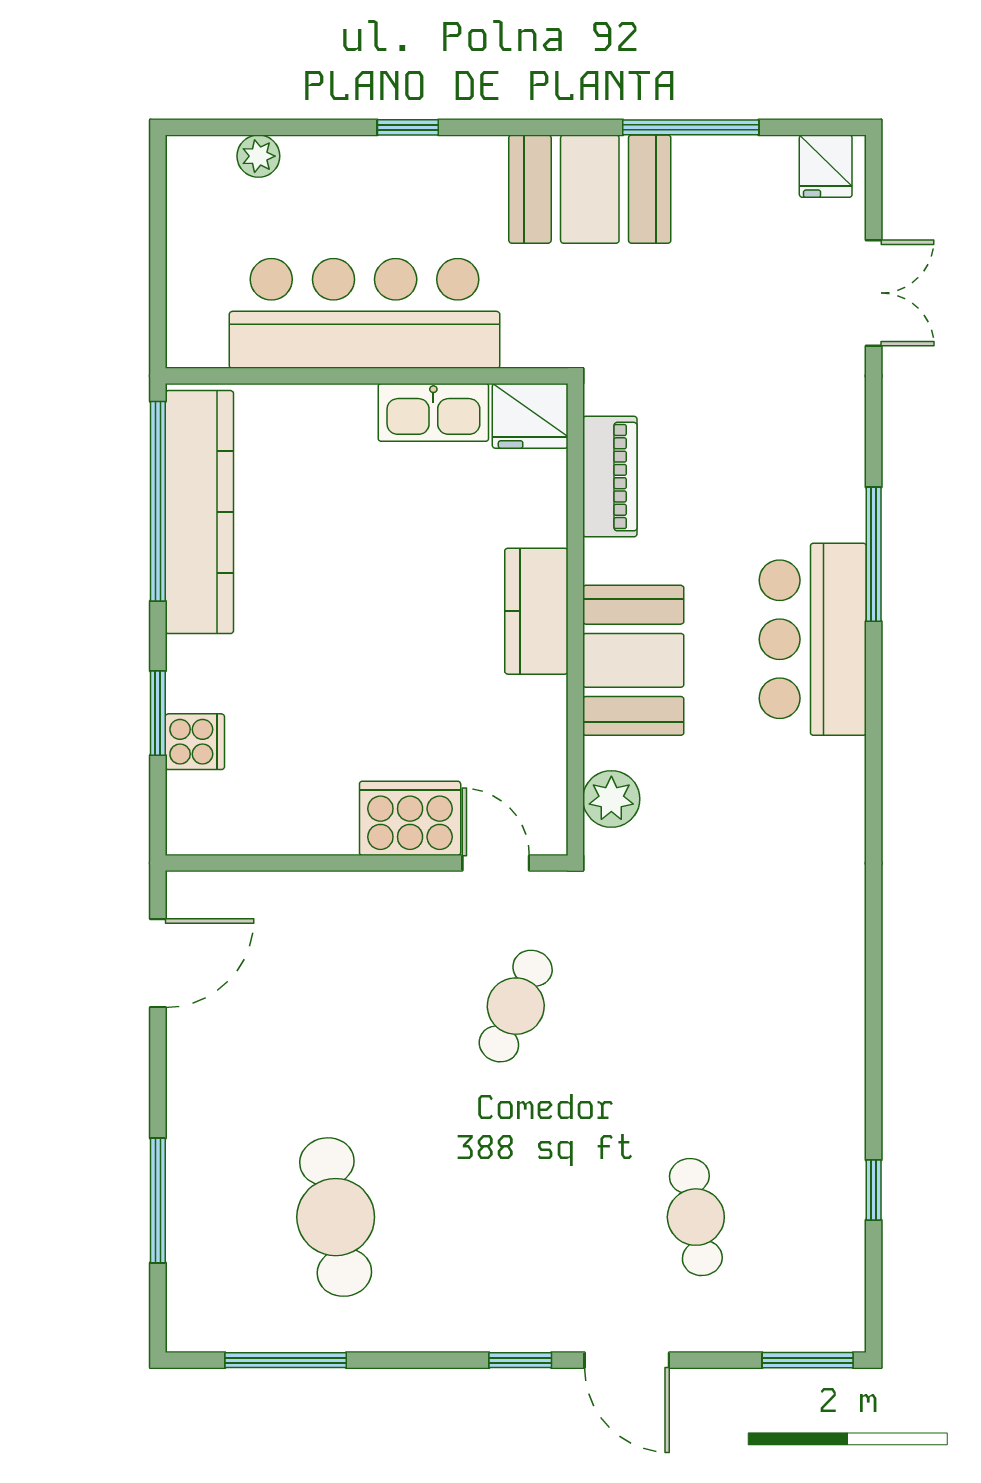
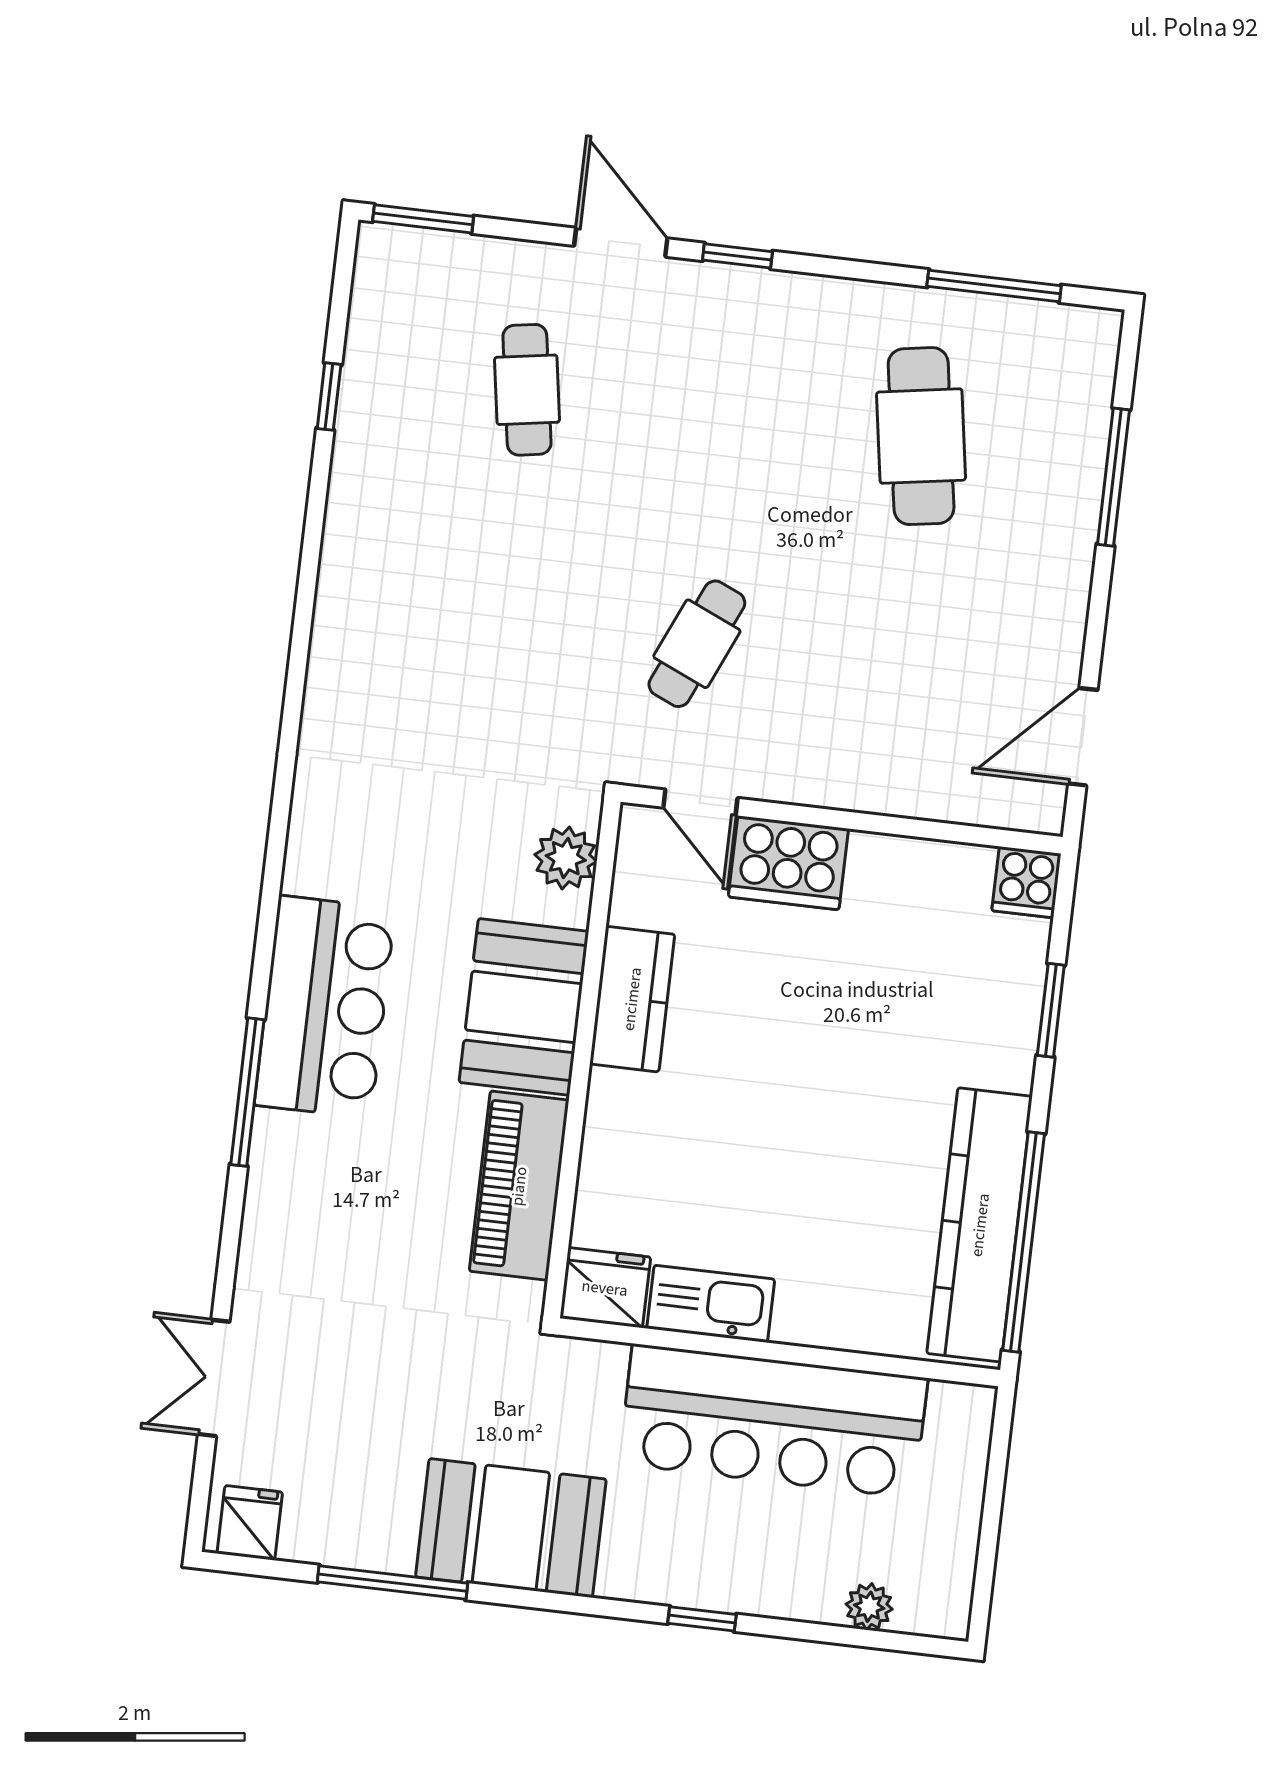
piano: (610, 477) -> (519, 1186), width x1.37, depth x1.33
kitchen counter: (536, 611) -> (632, 999), moved
cooker: (195, 742) -> (1026, 882), moved, turned -90

